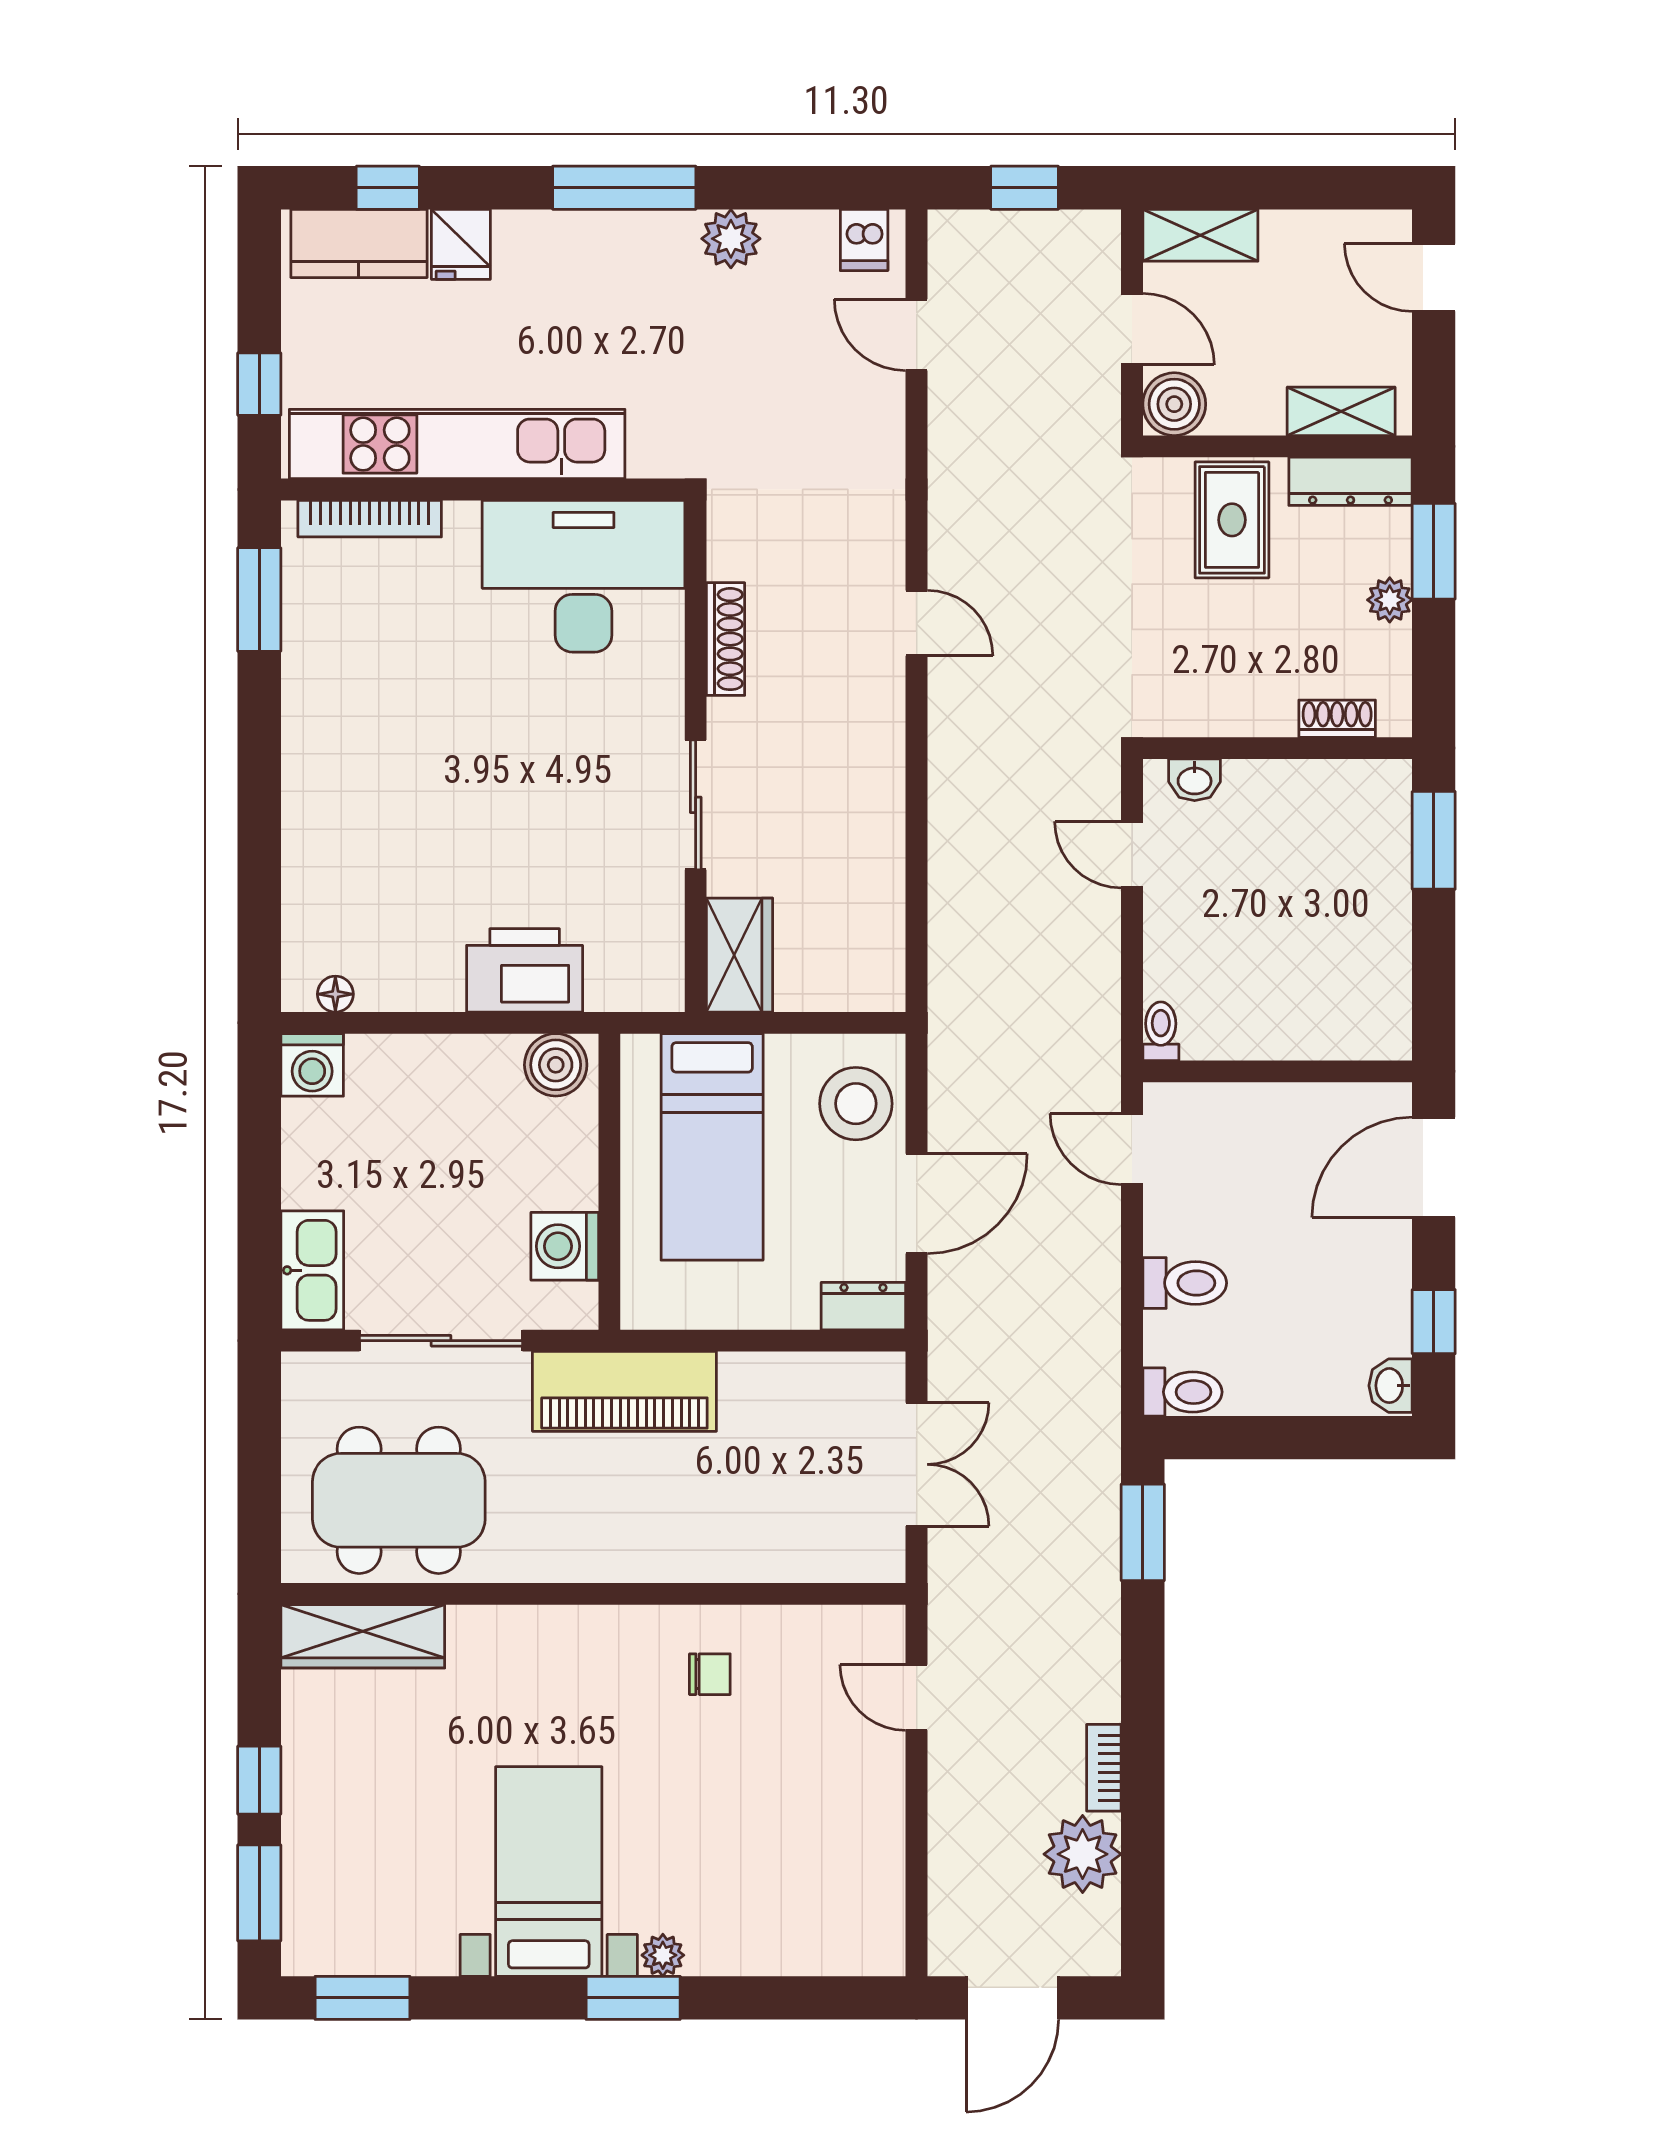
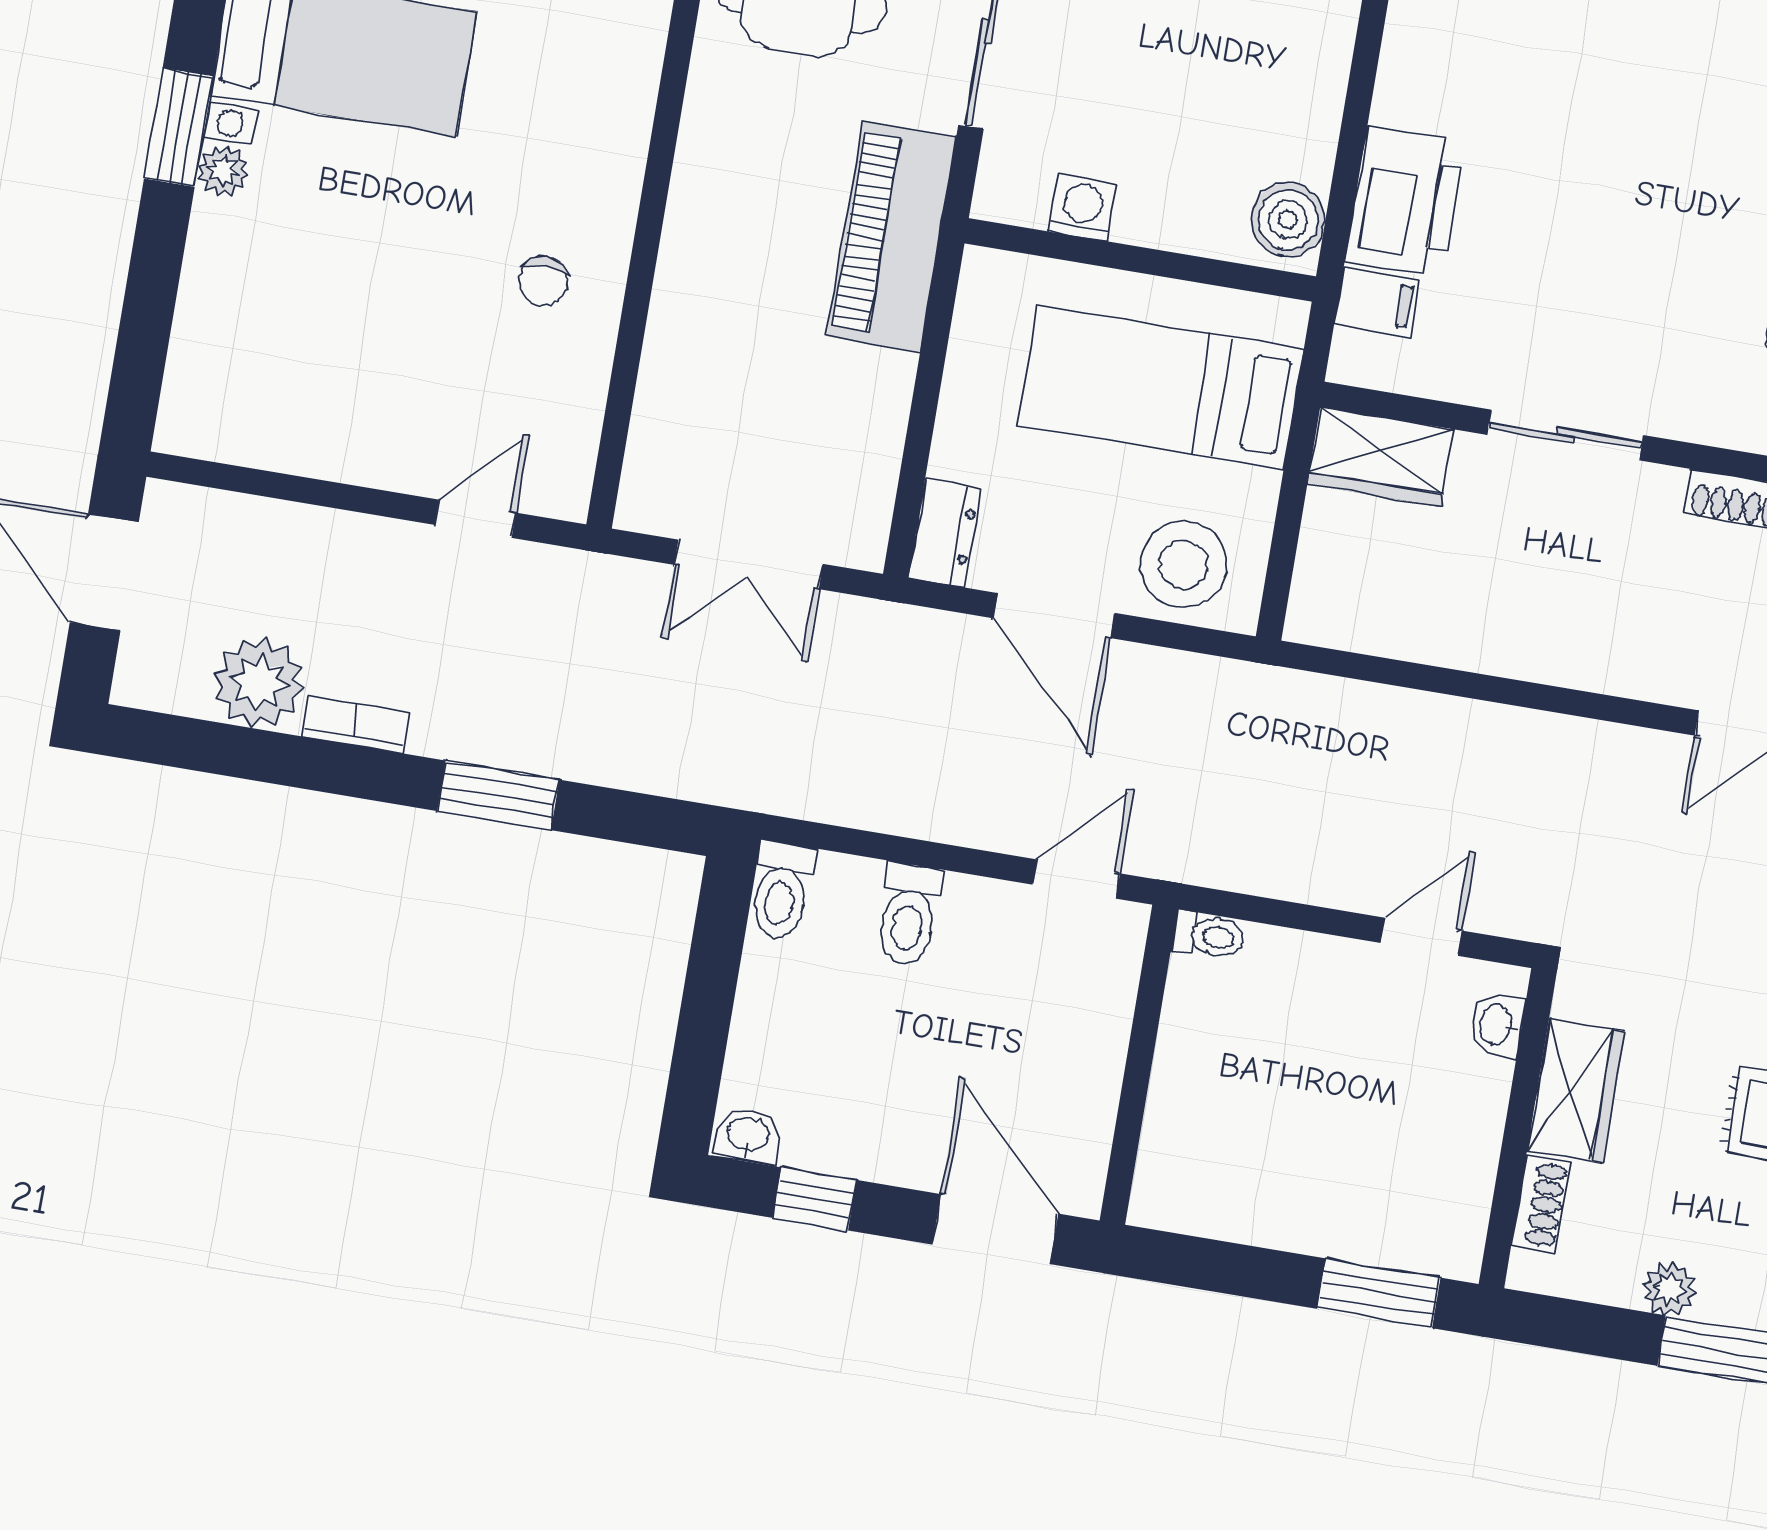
wardrobe: (1238, 705) -> (1576, 1091), added
filing cabinet: (611, 979) -> (1377, 302), added
washing machine: (565, 1246) -> (1082, 208), width x0.73, depth x0.73
window: (1143, 1532) -> (498, 795), moved

